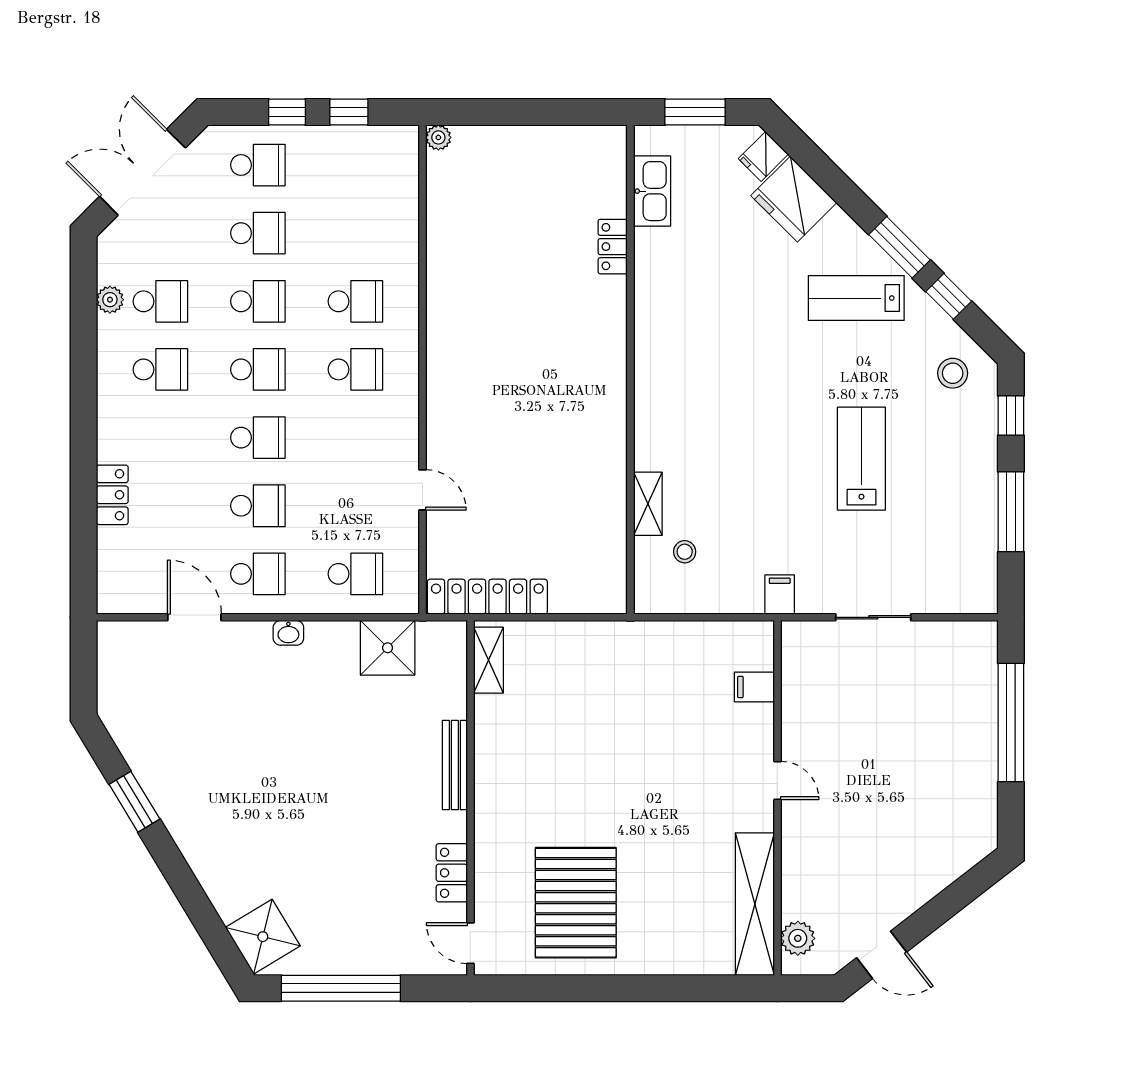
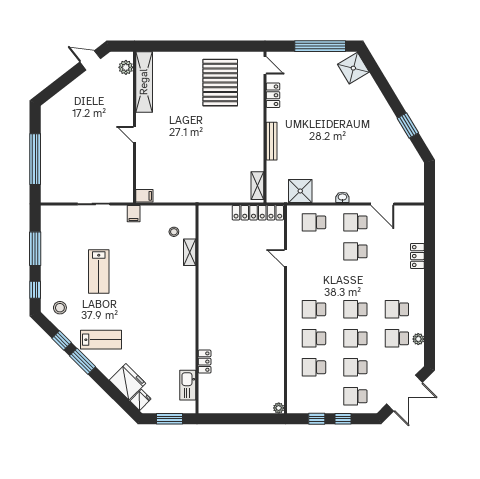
school desk: (258, 438) -> (314, 367), moved
filing cabinet: (754, 687) -> (144, 196), moved

